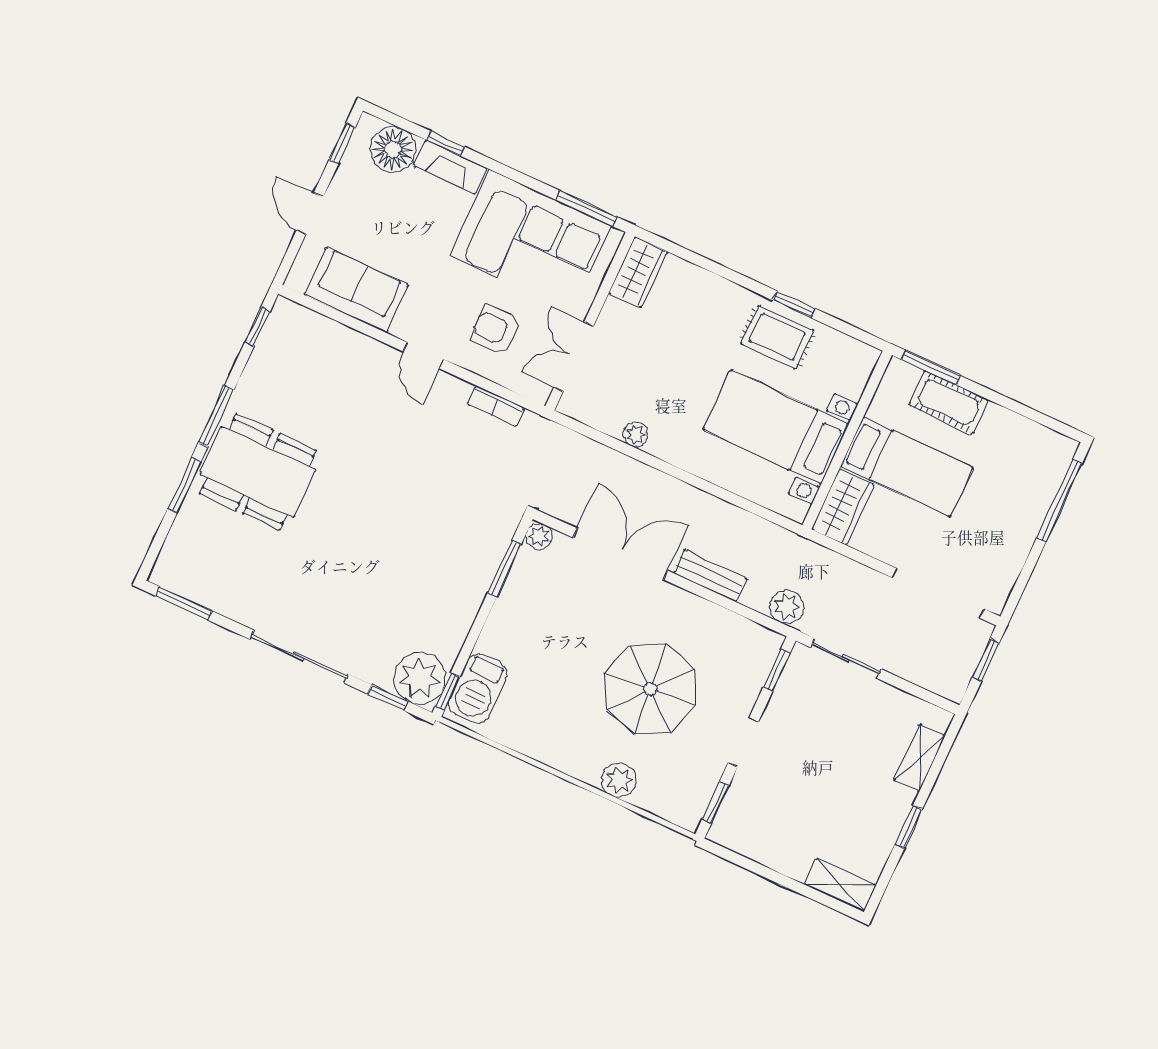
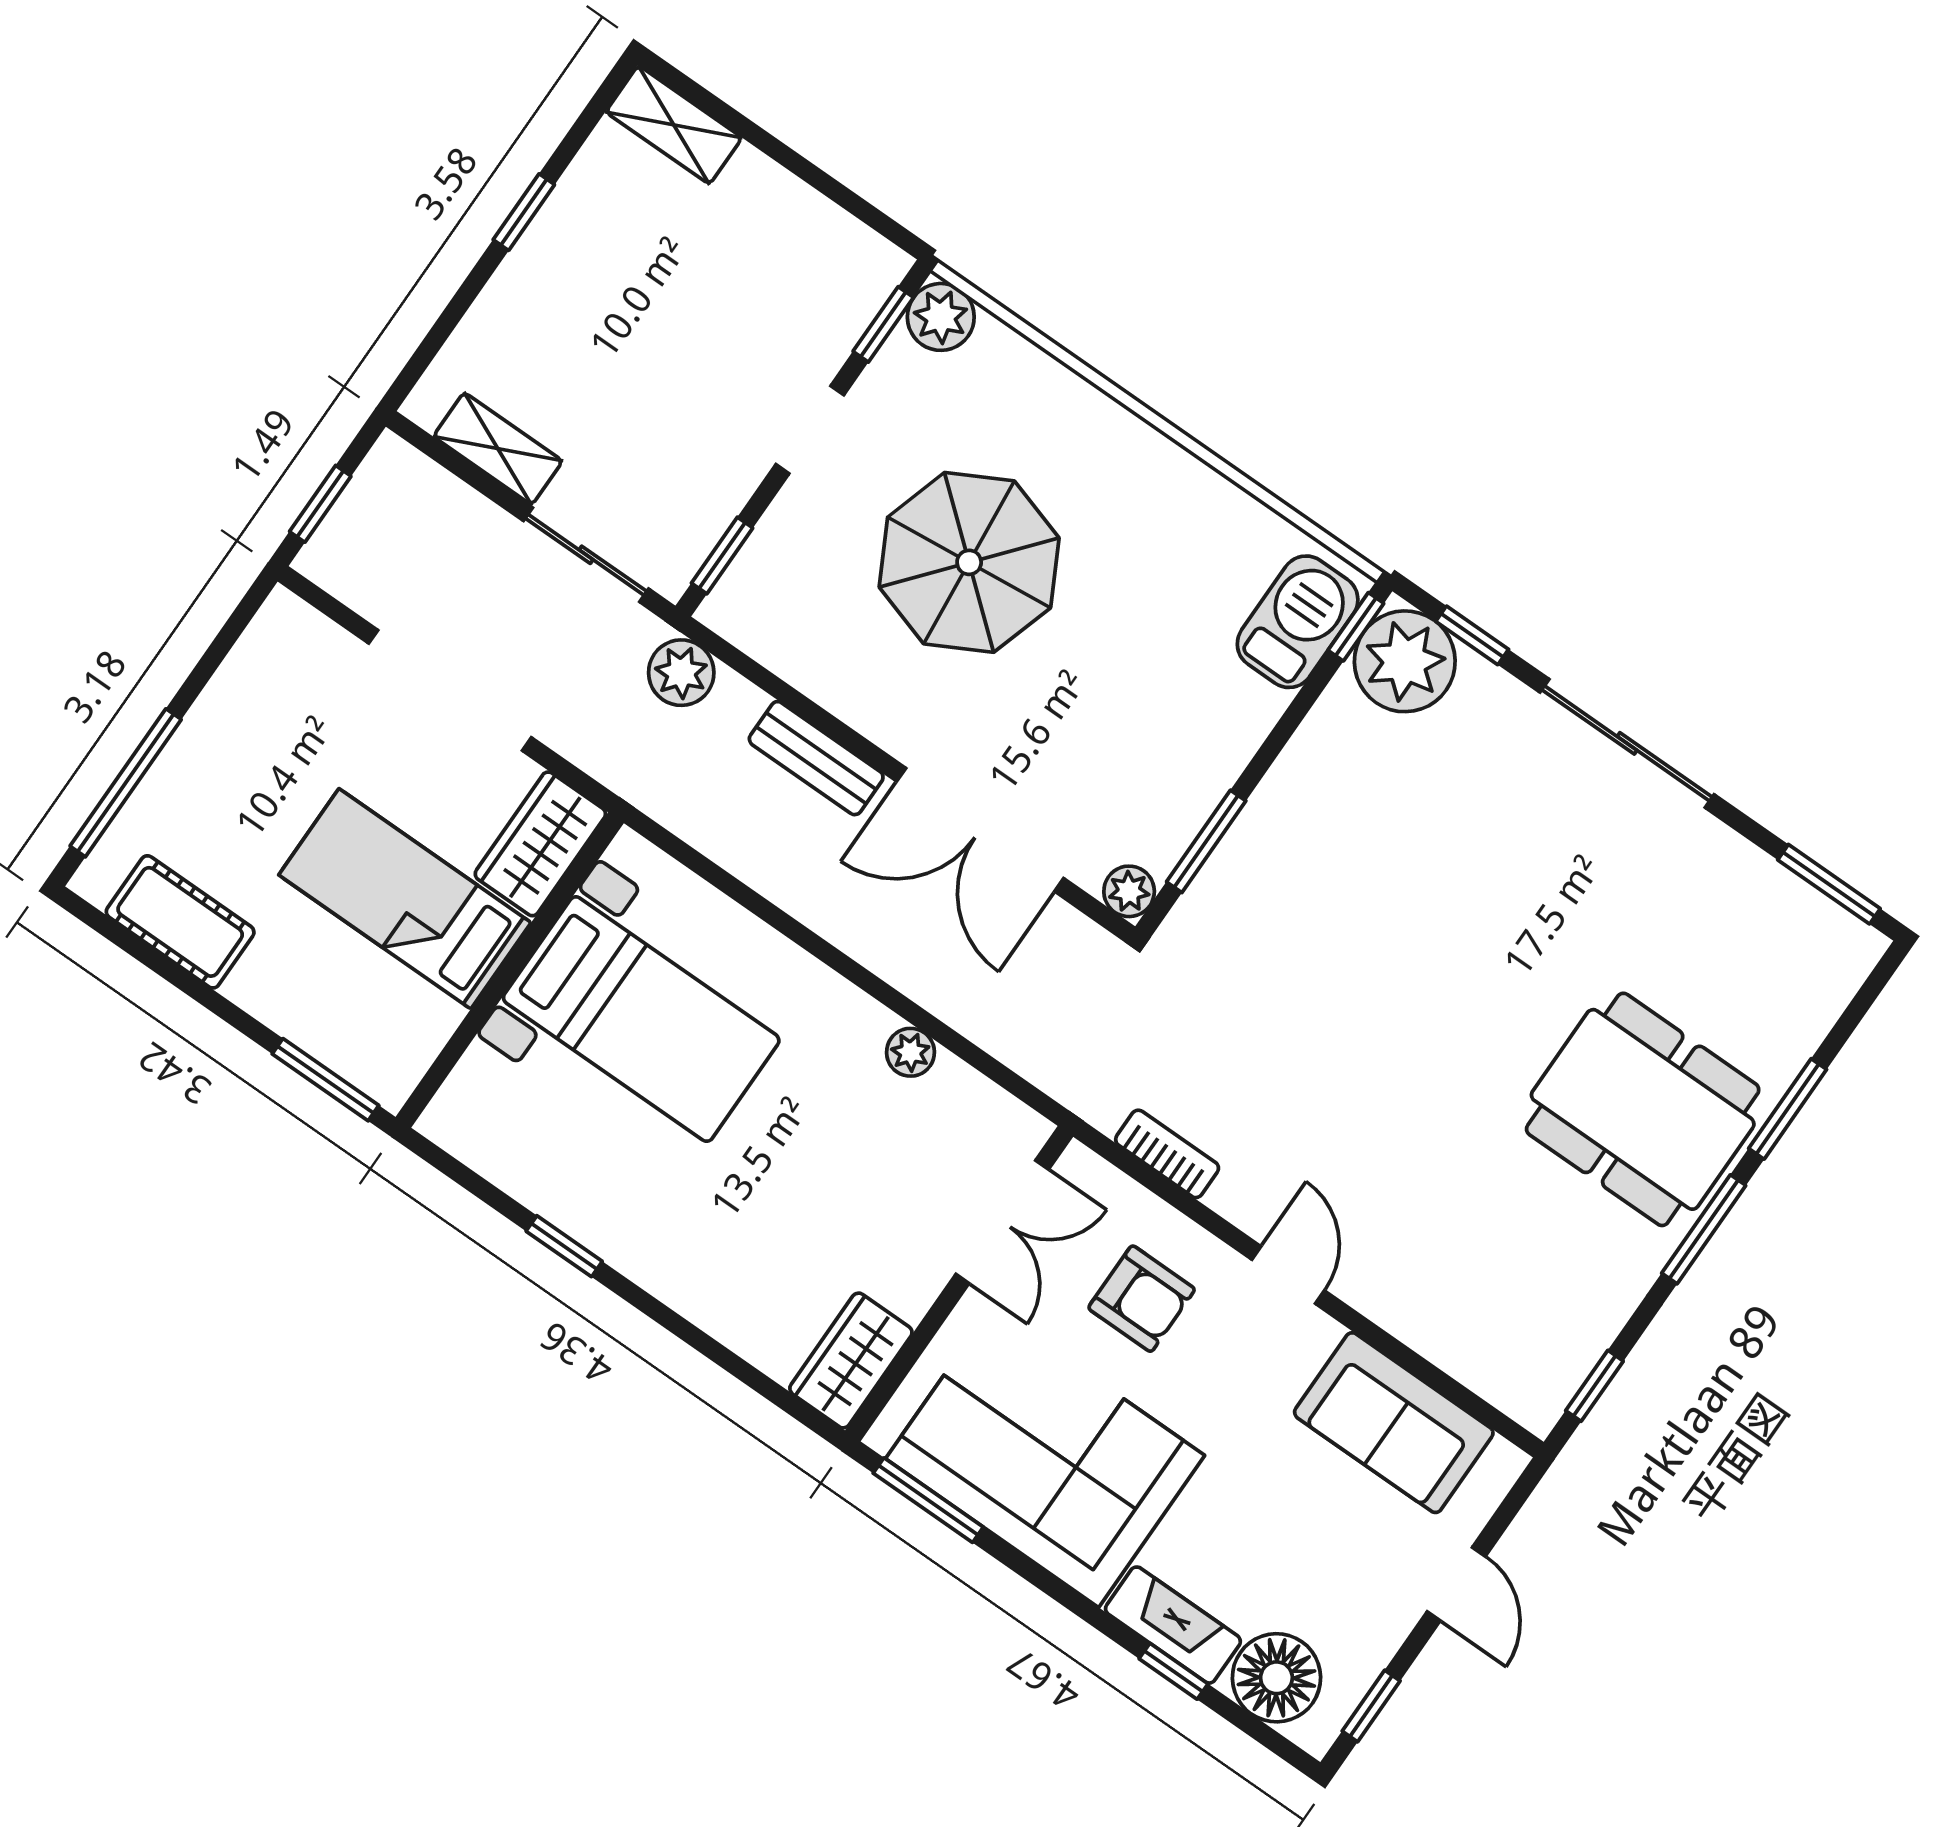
rug: (777, 337) -> (608, 1190), removed
cot: (949, 402) -> (180, 922), moved
doorway: (938, 593) -> (450, 690), moved
shelving: (920, 758) -> (498, 449), moved, turned 90
plant: (619, 780) -> (941, 317), moved

